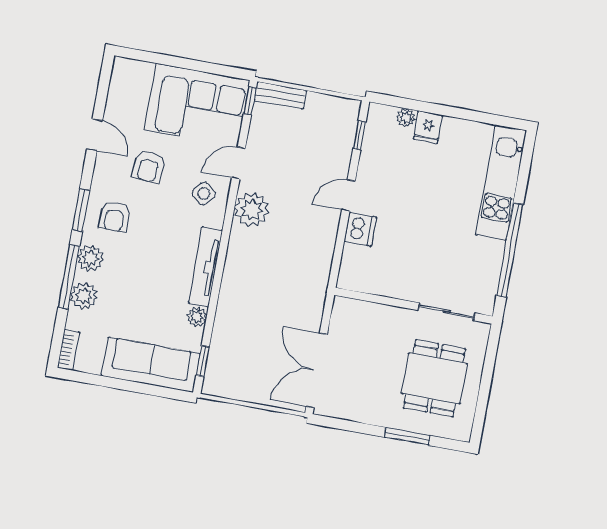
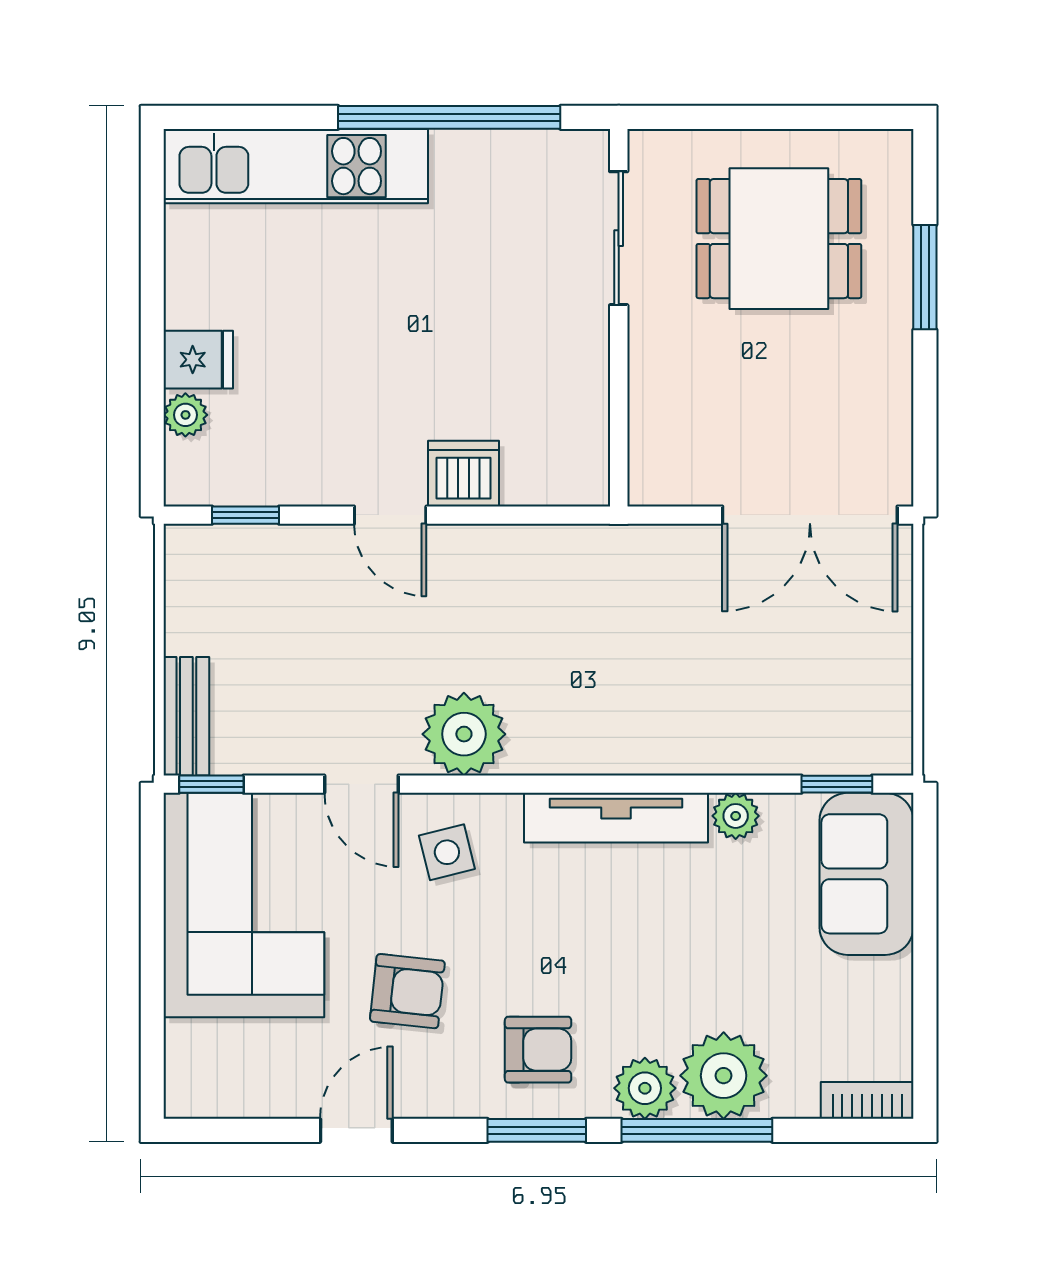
side table: (204, 194) -> (447, 852), turned 37
plant: (84, 296) -> (724, 1076), width x1.36, depth x1.36
sofa: (151, 365) -> (867, 874), width x0.73

